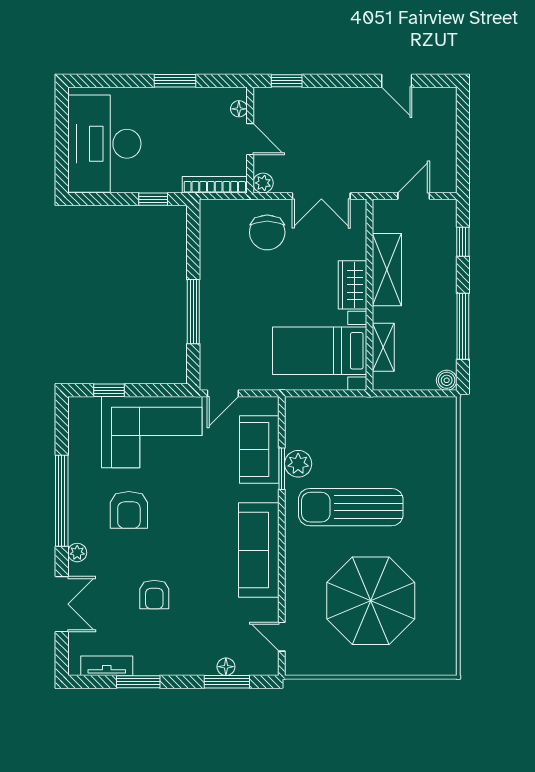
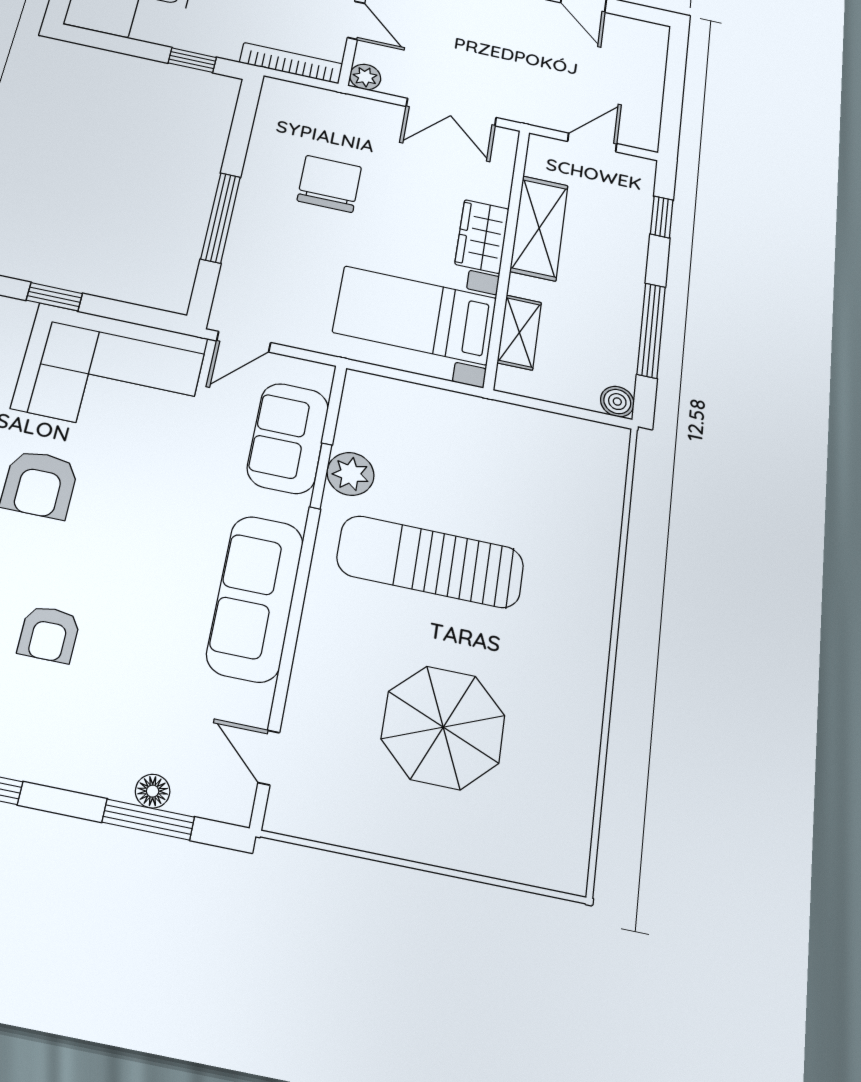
chair: (267, 232) -> (329, 184), moved, turned 180
parasol: (371, 601) -> (443, 727), width x0.73, depth x0.73

